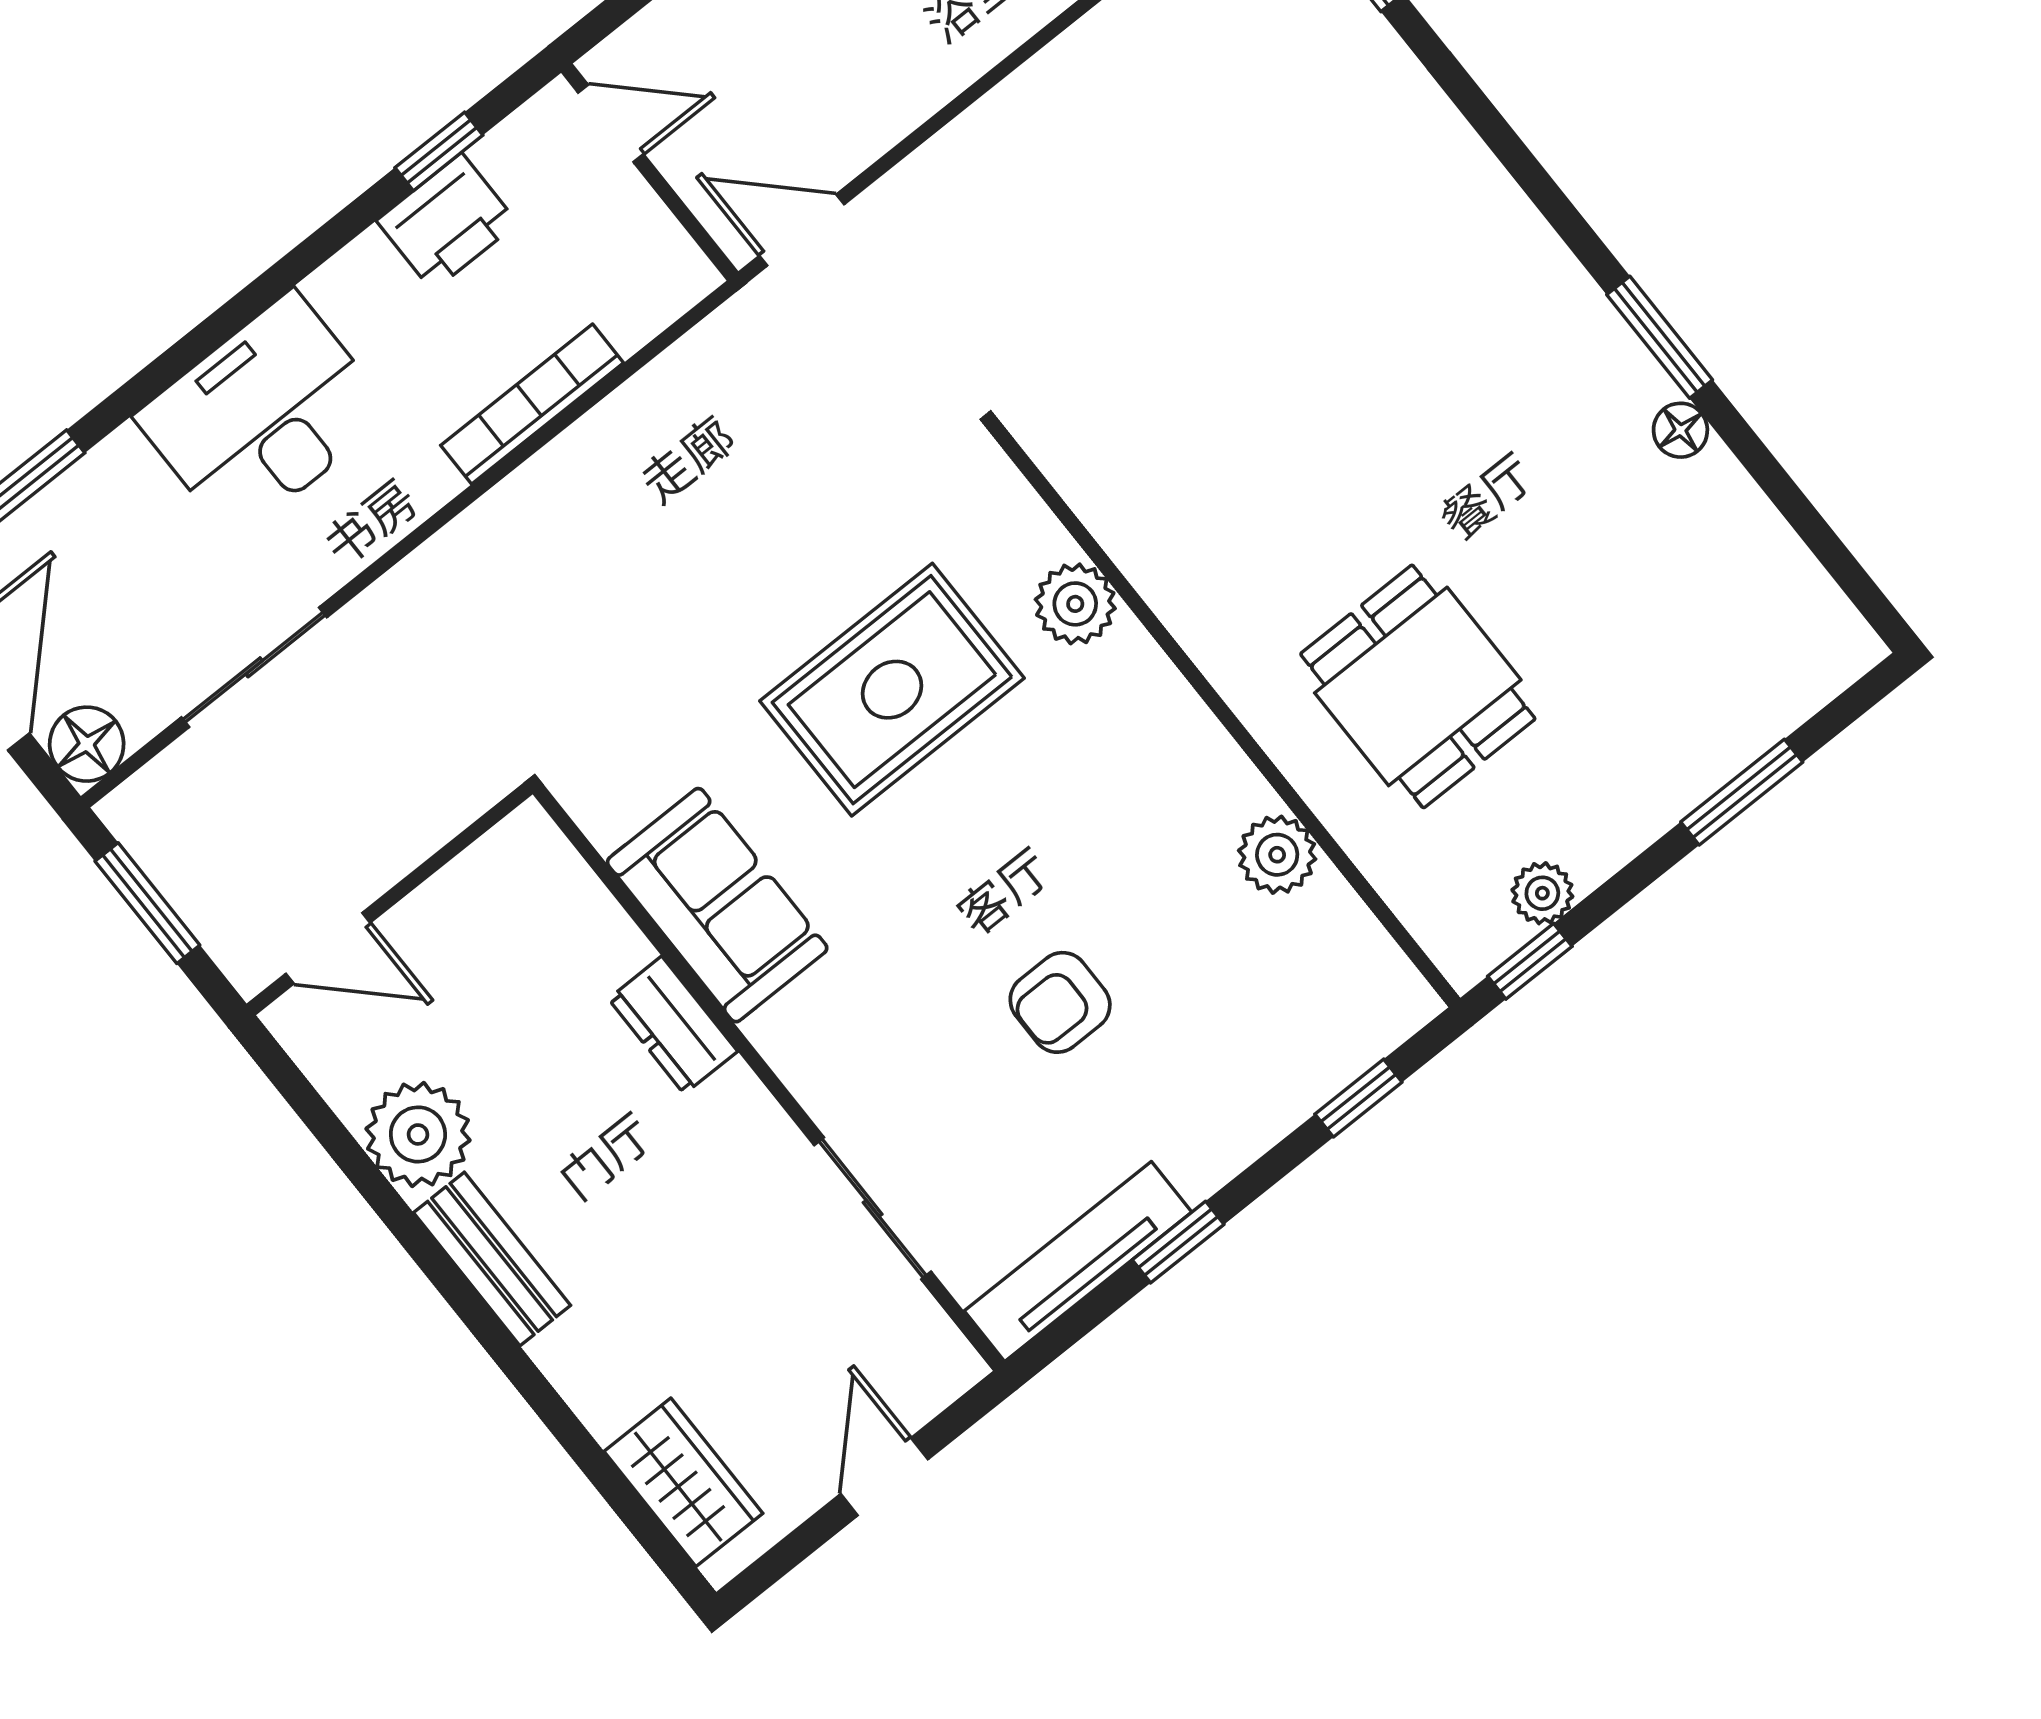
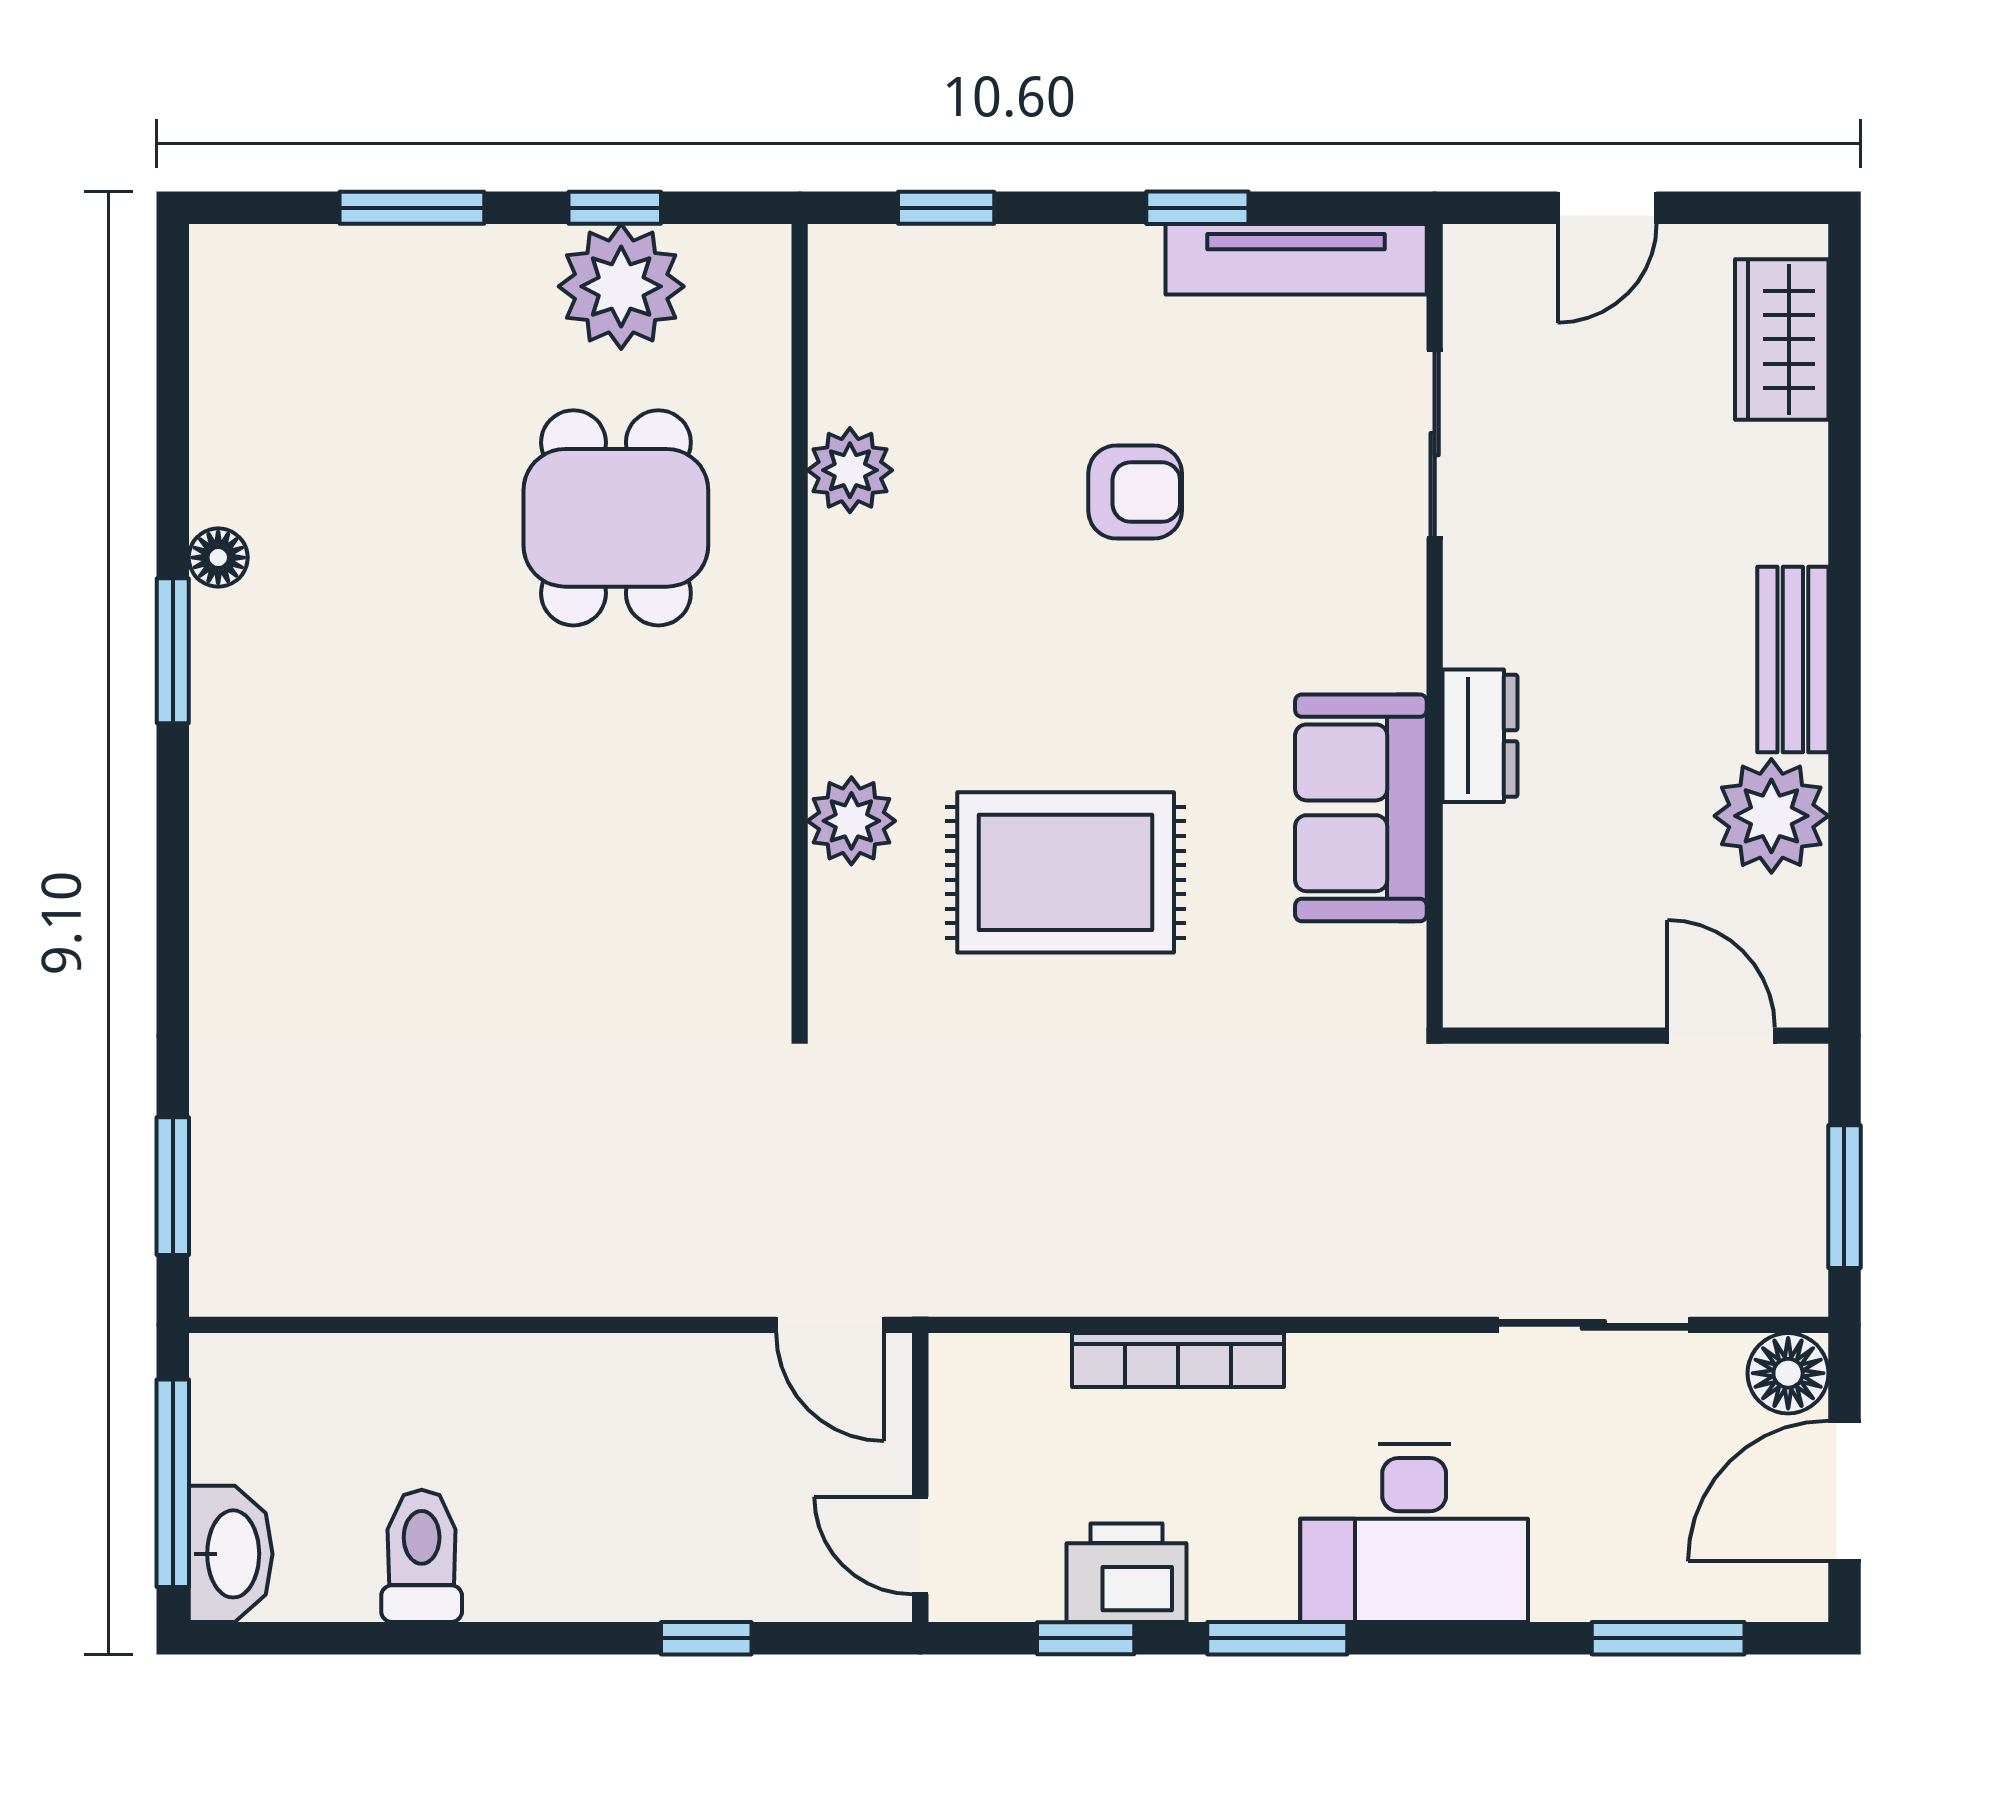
window: (301, 261) -> (1277, 1638), added
plant: (1542, 893) -> (621, 286), width x1.88, depth x1.88
window: (1530, 961) -> (615, 208), moved

